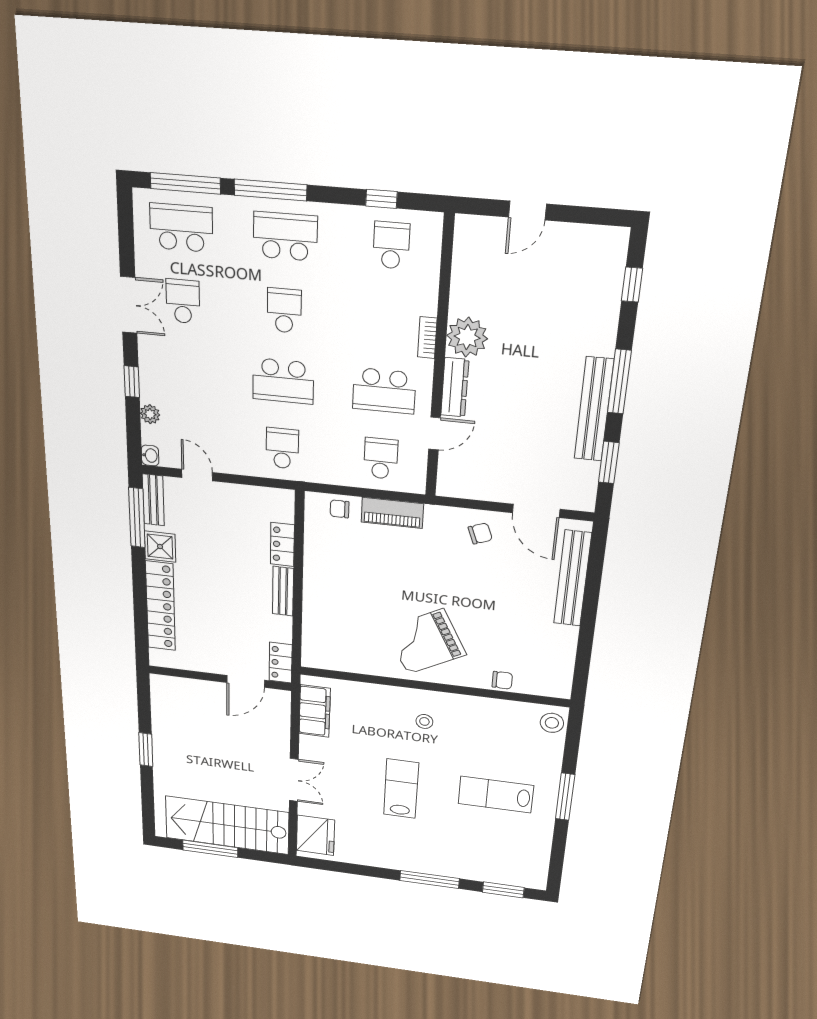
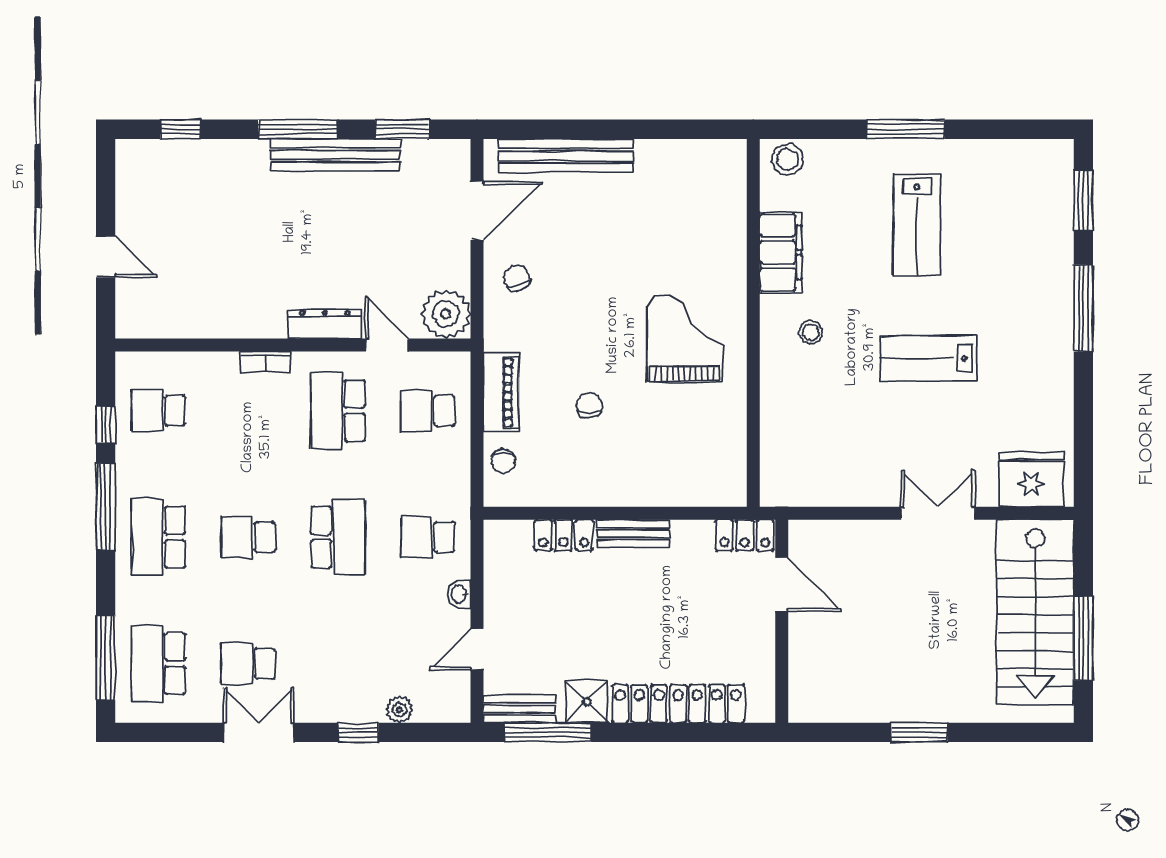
window: (270, 190) -> (106, 507), moved
plant: (467, 337) -> (446, 314), moved
school desk: (384, 391) -> (338, 411), turned 180
washbasin: (150, 455) -> (459, 594), moved, turned -90
grand piano: (425, 642) -> (684, 338), turned -152
chair: (502, 680) -> (589, 405), moved
filing cabinet: (315, 711) -> (781, 252), moved, turned 90

